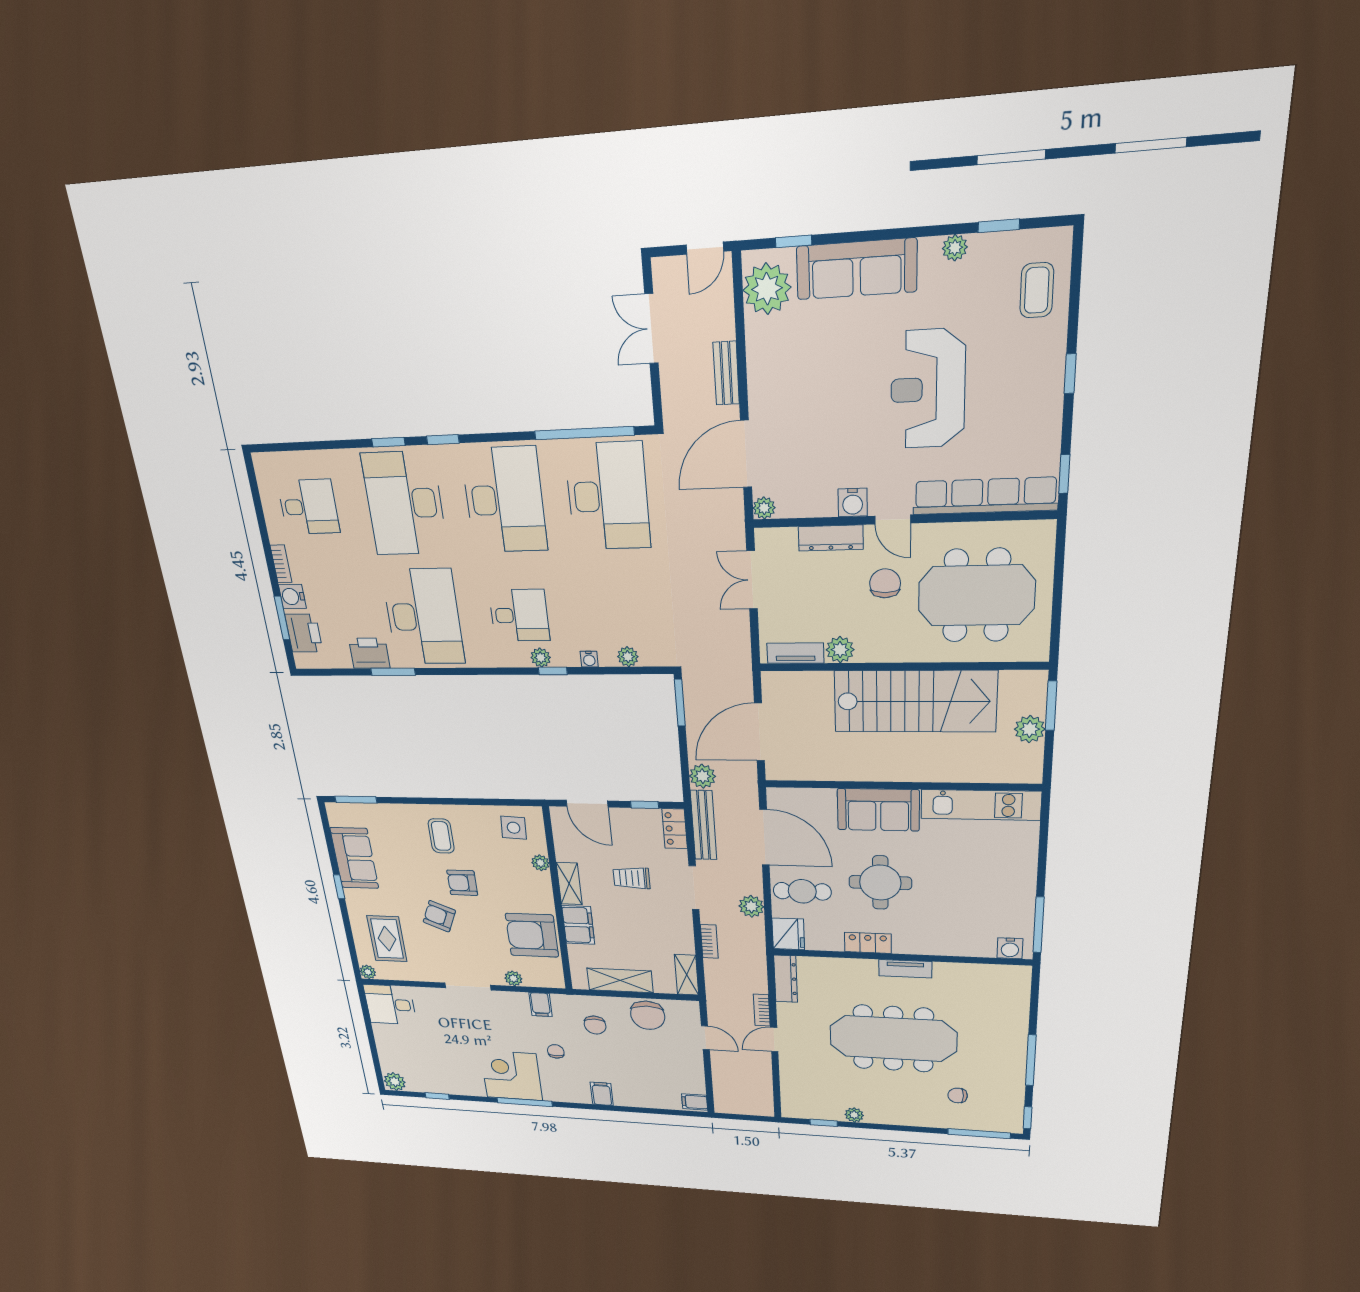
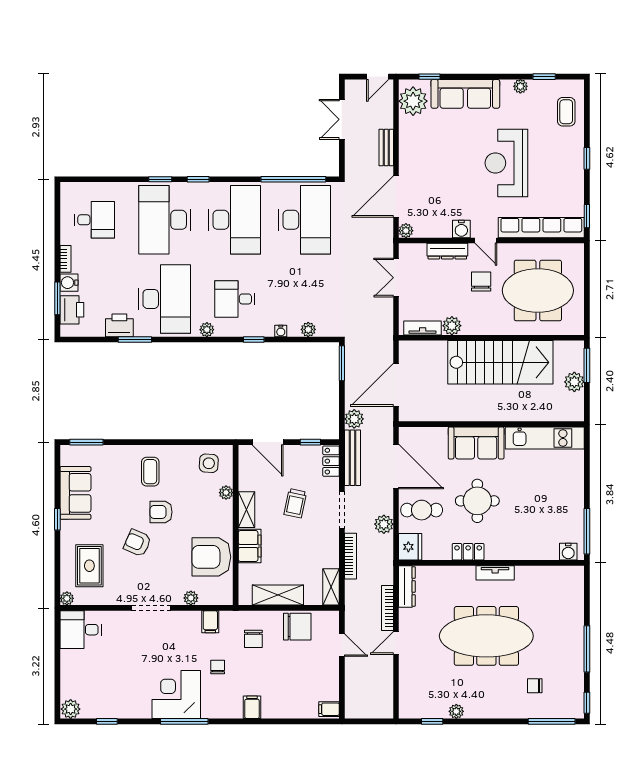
desk: (519, 615) -> (235, 299), turned 180
plant: (541, 658) -> (207, 330), moved
trolley: (631, 878) -> (295, 503), turned -78
bookcase: (709, 941) -> (351, 556), width x1.56
bookcase: (762, 1010) -> (387, 608), width x1.56
chair: (648, 1015) -> (297, 627), turned -90

